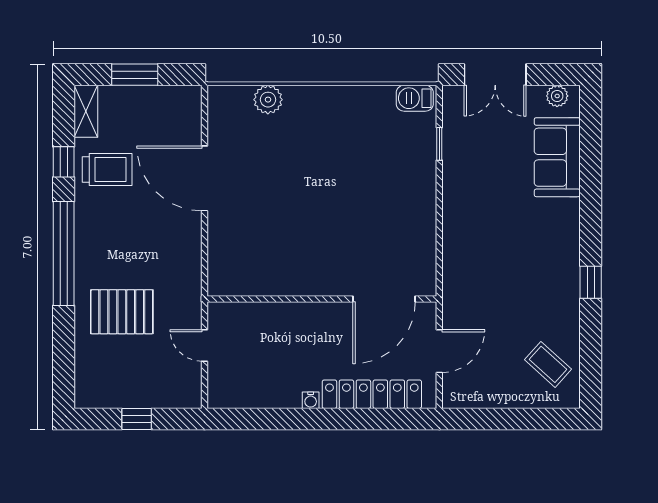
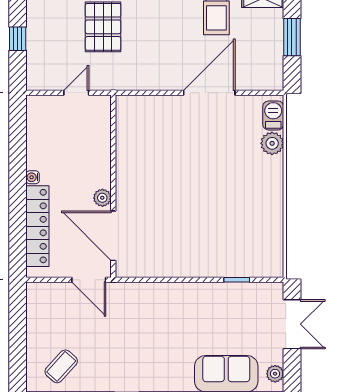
double door: (495, 75) -> (292, 324), swing flipped
barbecue: (415, 98) -> (273, 115), moved
plant: (336, 313) -> (102, 198), added
door: (439, 351) -> (89, 280), moved

